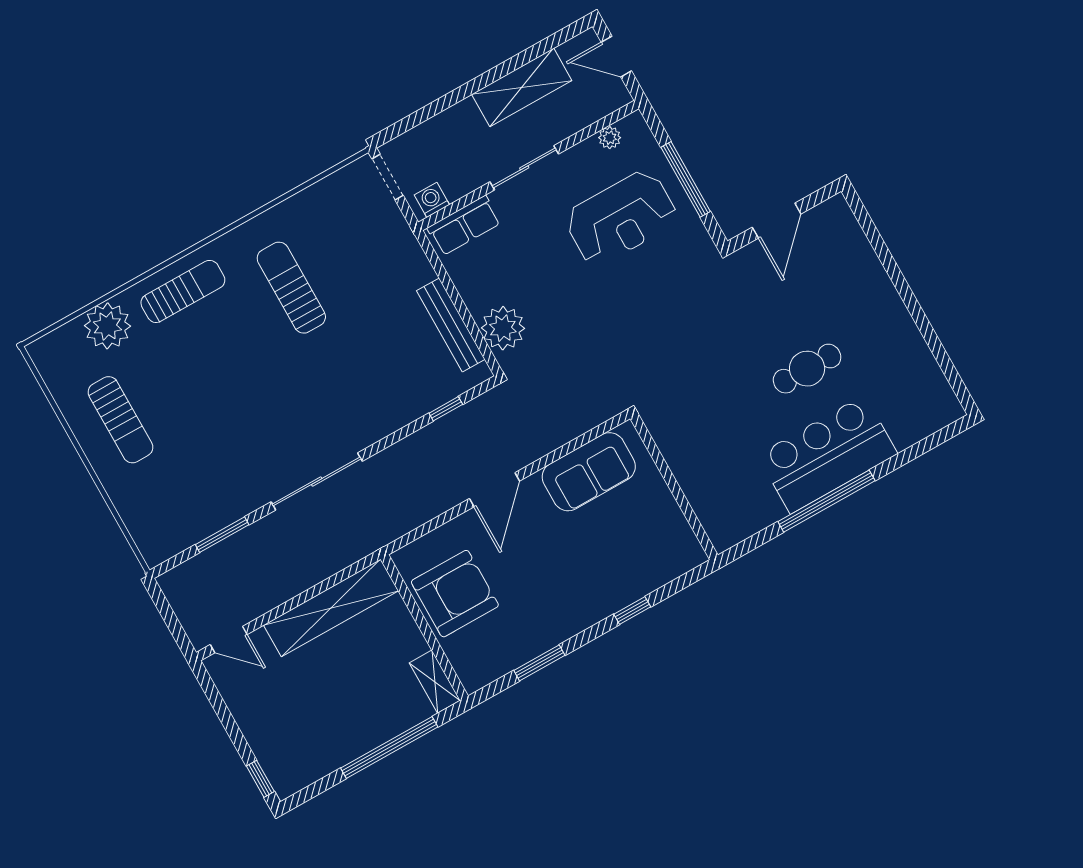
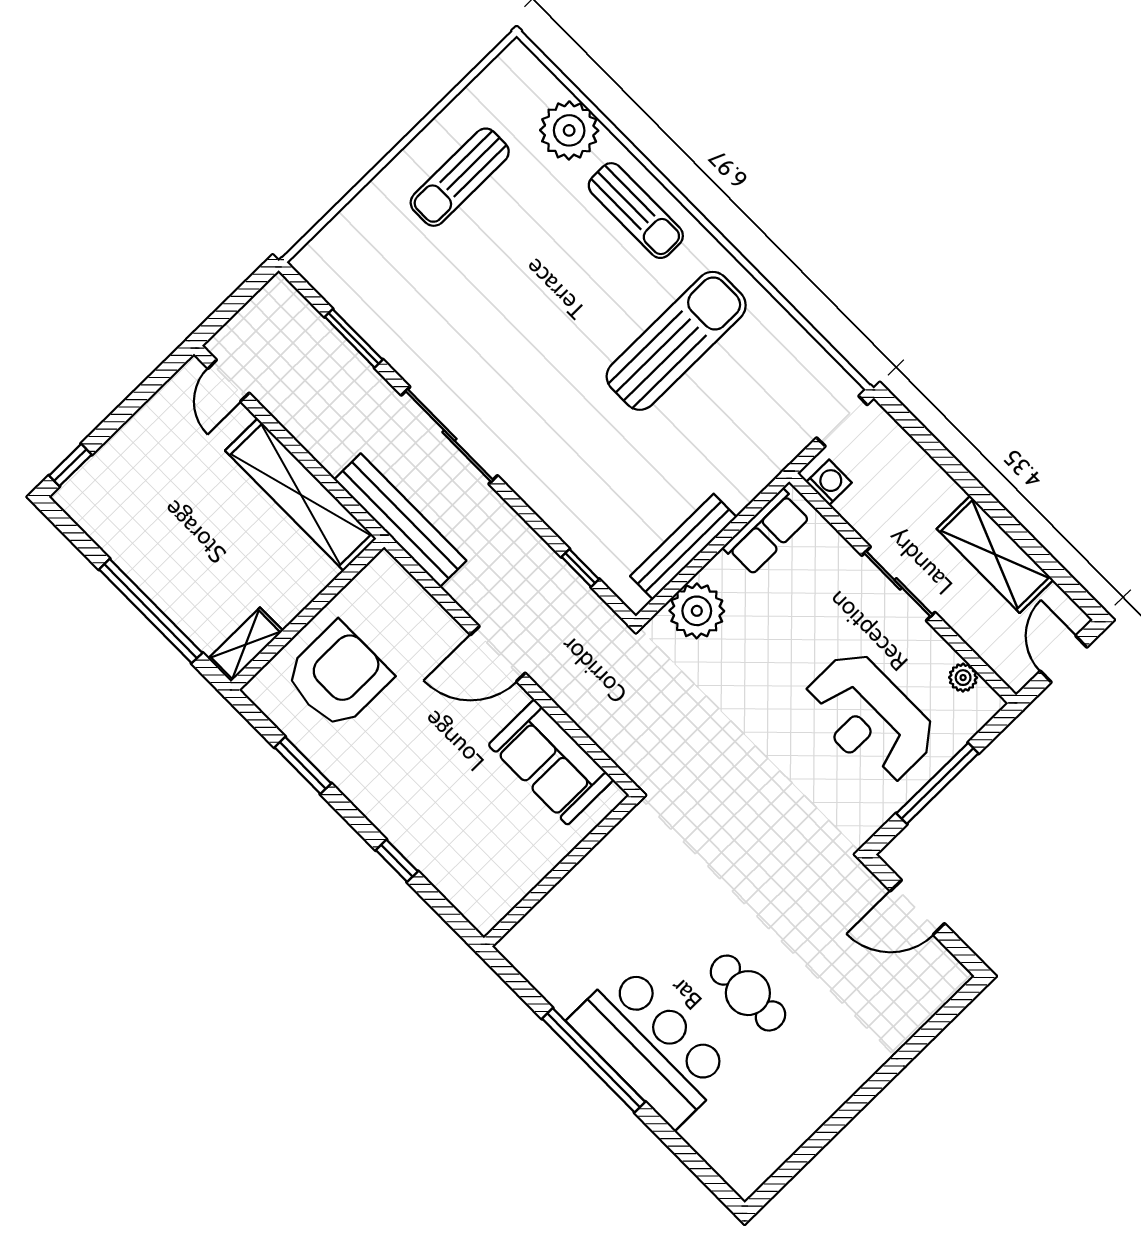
row of seats: (464, 225) -> (767, 532), moved, turned -90
sun lounger: (291, 288) -> (676, 341), width x1.36, depth x1.34
bench: (371, 537) -> (400, 520), added
armchair: (455, 594) -> (338, 676), moved, turned -90

